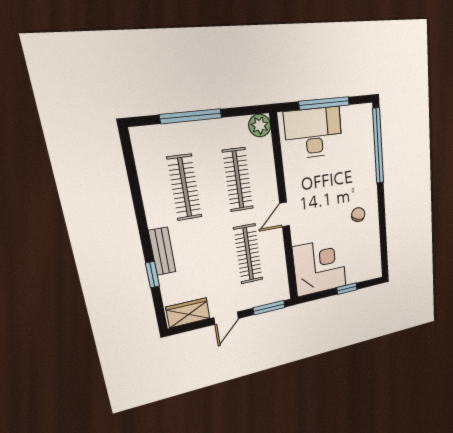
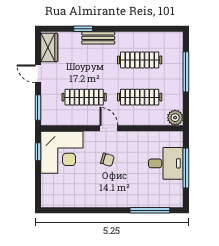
desk: (314, 133) -> (166, 163), width x0.73
window: (378, 146) -> (150, 210), width x0.68
chair: (358, 215) -> (107, 160), moved
window: (347, 289) -> (38, 152), moved

